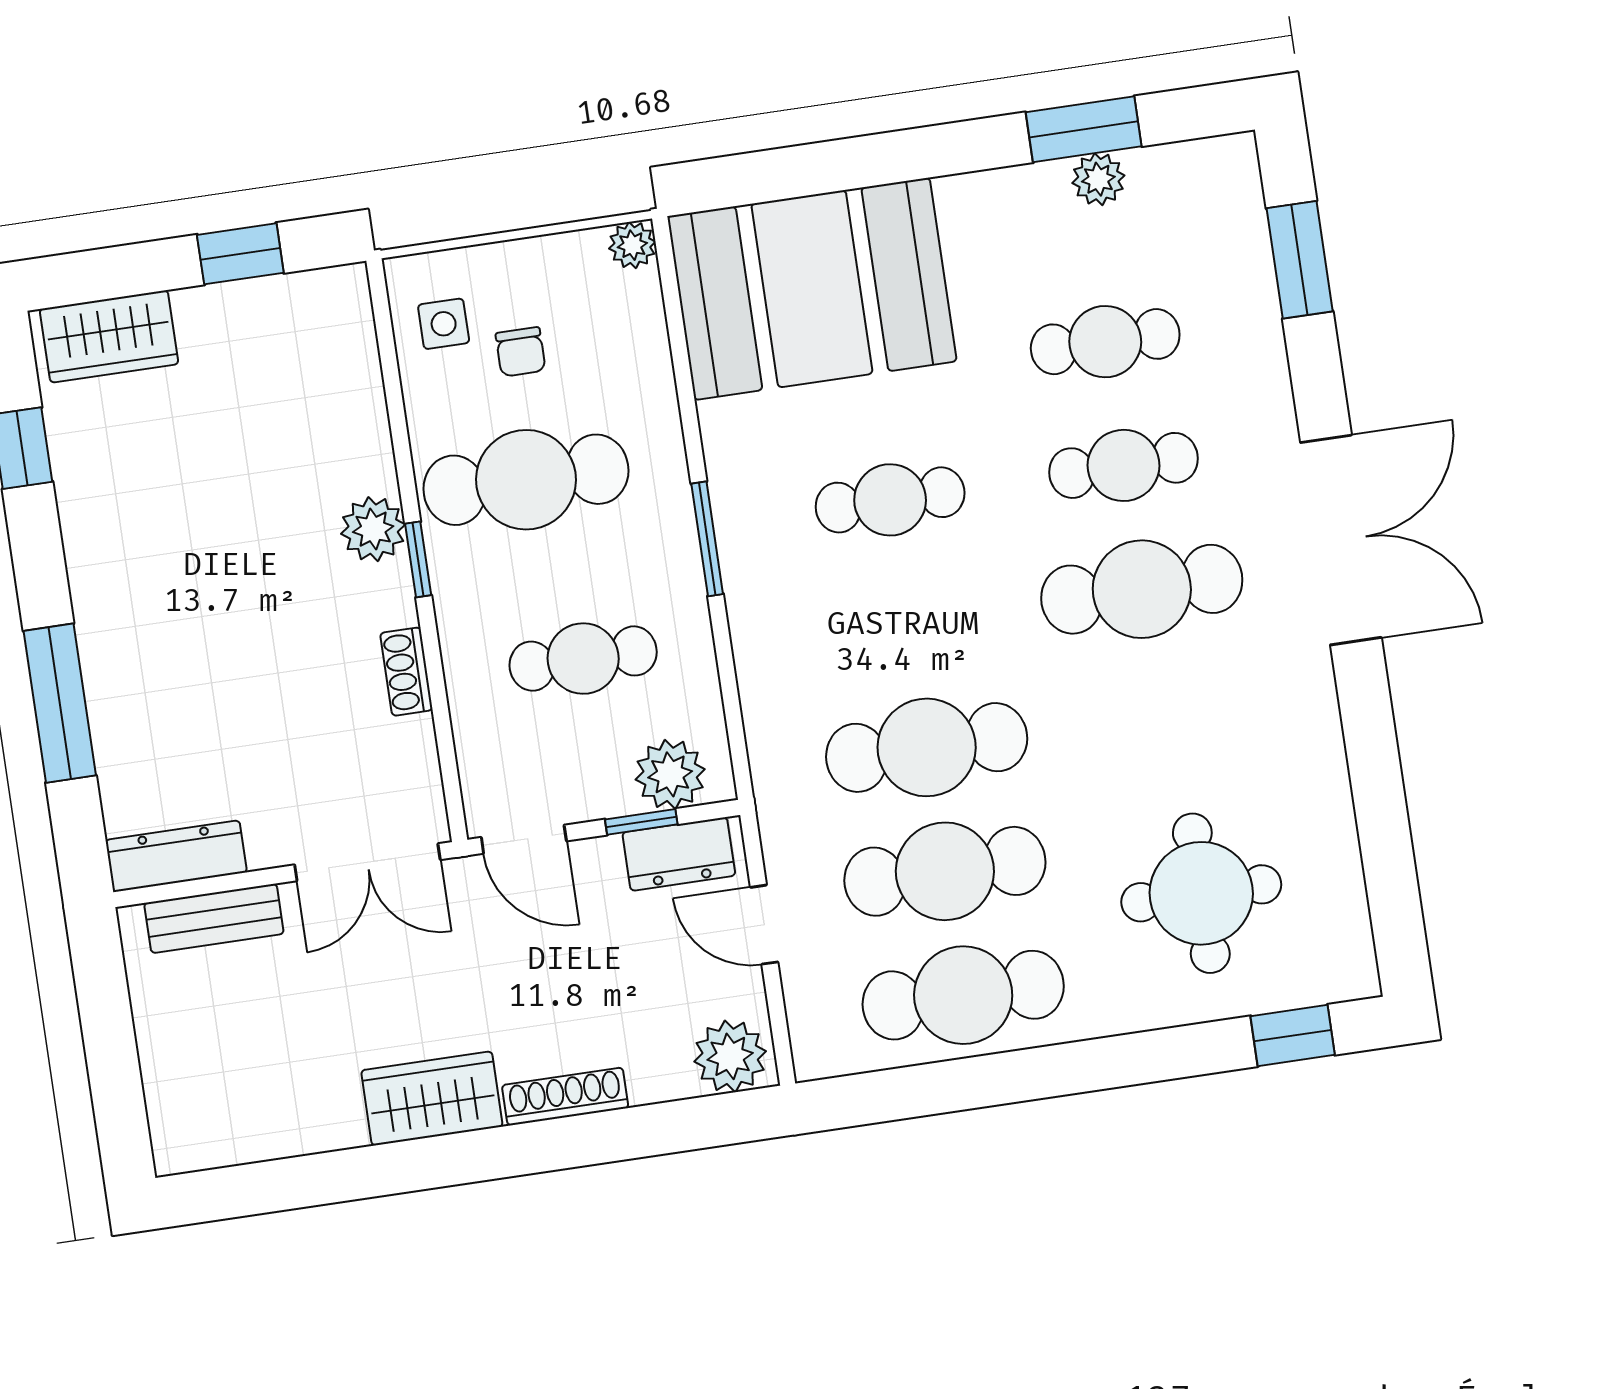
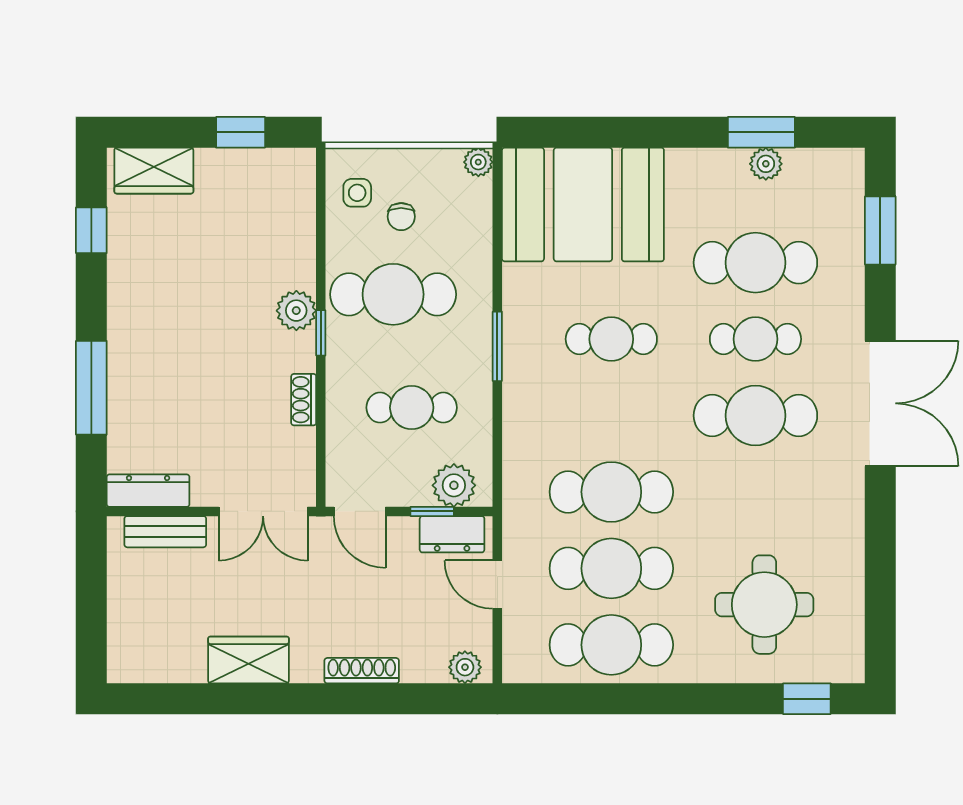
cafe table: (1105, 342) -> (755, 263), width x1.37, depth x1.35
plant: (730, 1056) -> (465, 667), width x0.73, depth x0.73
wardrobe: (432, 1098) -> (248, 660), moved

